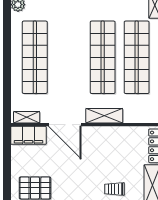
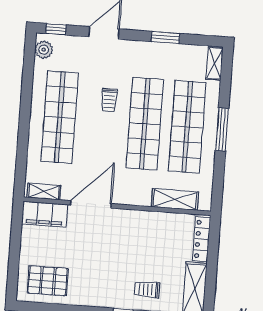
trolley: (73, 41) -> (109, 100), added
shelving: (104, 116) -> (175, 199), moved
door: (65, 125) -> (91, 204), swing flipped

